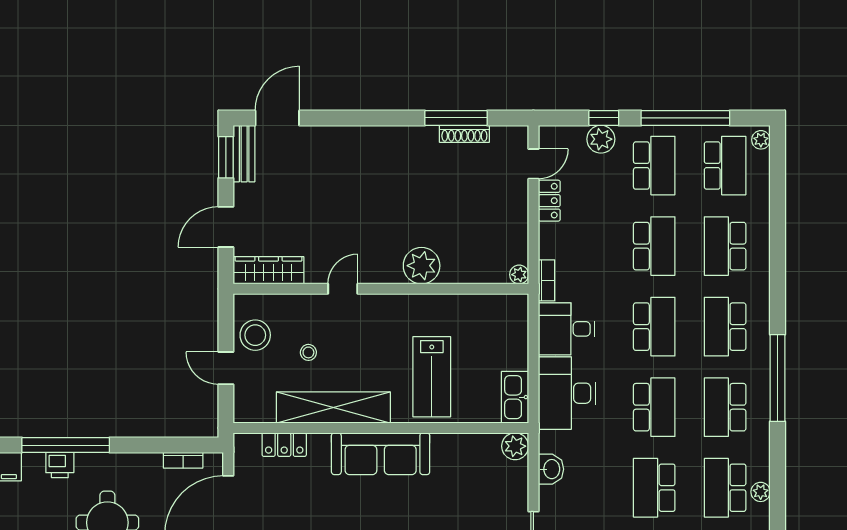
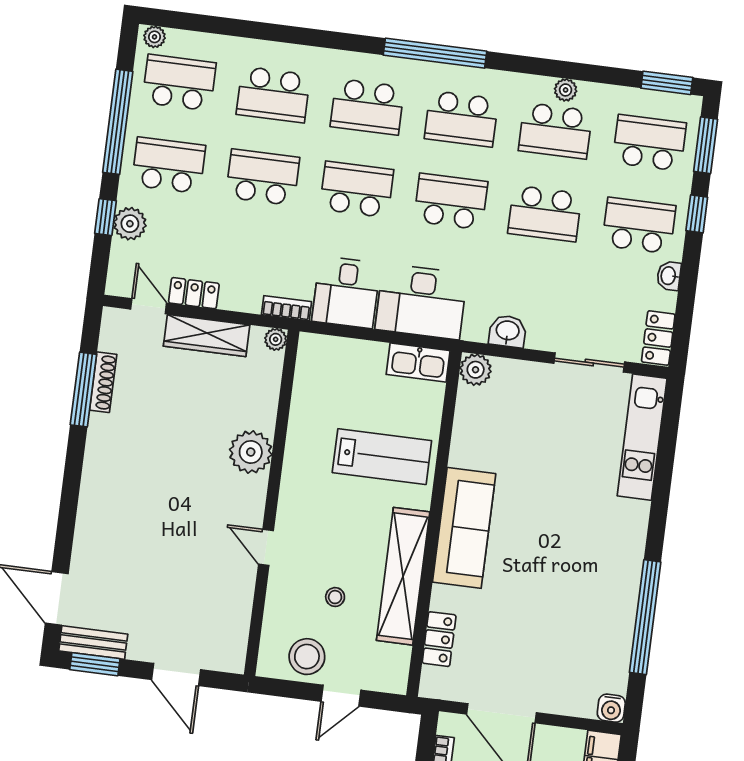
wardrobe: (269, 270) -> (207, 336), moved, turned -90

